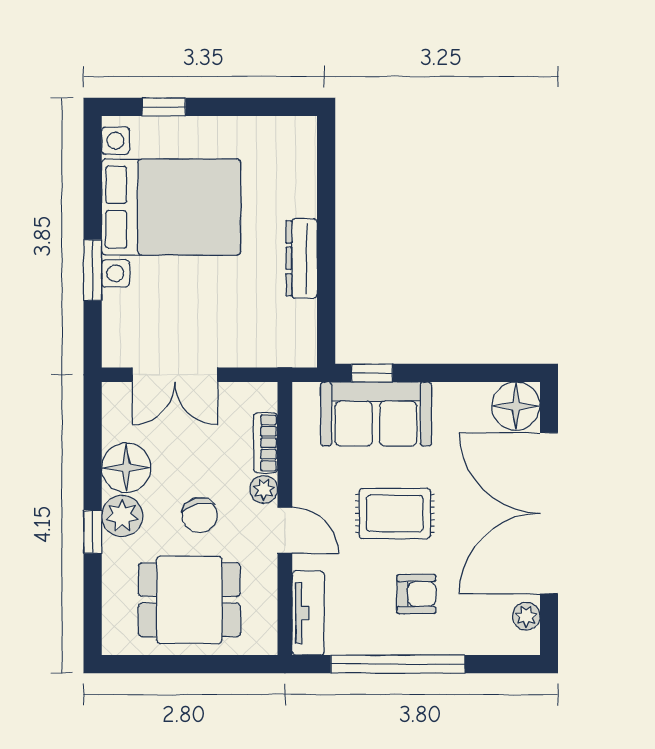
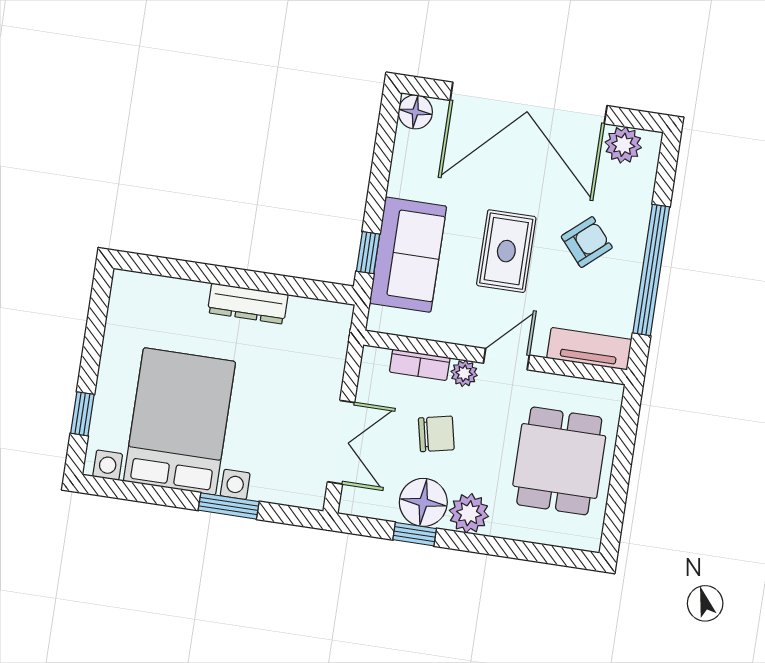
floor lamp: (516, 406) -> (415, 112), width x0.73, depth x0.73
chair: (200, 515) -> (436, 434), moved
window: (93, 532) -> (415, 534), moved
armchair: (416, 594) -> (587, 242), turned 49
plant: (526, 616) -> (623, 145), width x1.38, depth x1.38

